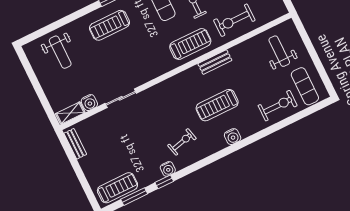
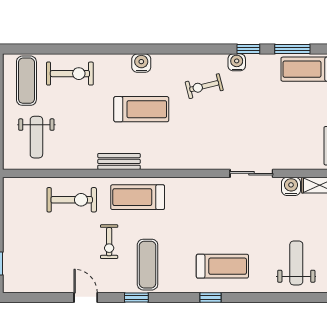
exercise bike: (278, 106) -> (70, 74), turned 180

